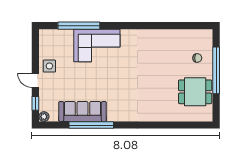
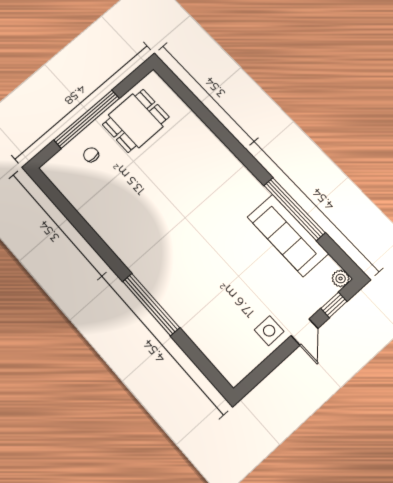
window: (79, 26) -> (151, 305), moved
corner sofa: (97, 46) -> (187, 293), removed
dining table: (195, 92) -> (136, 121), turned 90

